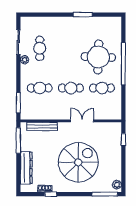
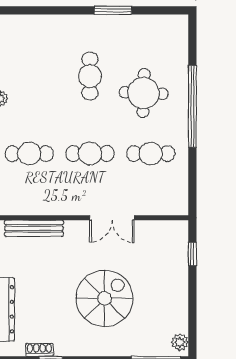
cafe table: (40, 48) -> (90, 76), moved
round table: (98, 57) -> (144, 93), width x0.73, depth x0.73
double door: (82, 121) -> (112, 218), swing flipped
spiral stairs: (78, 162) -> (105, 298), width x0.73, depth x0.73

